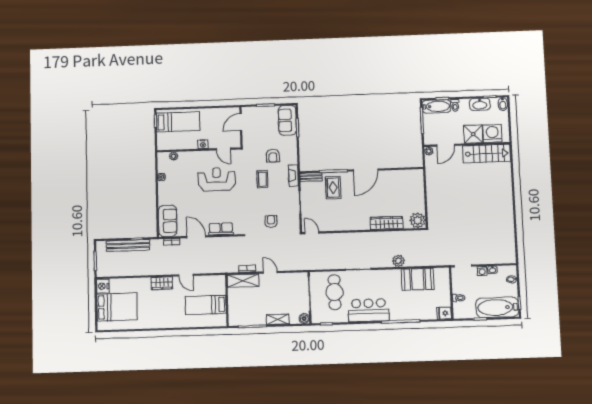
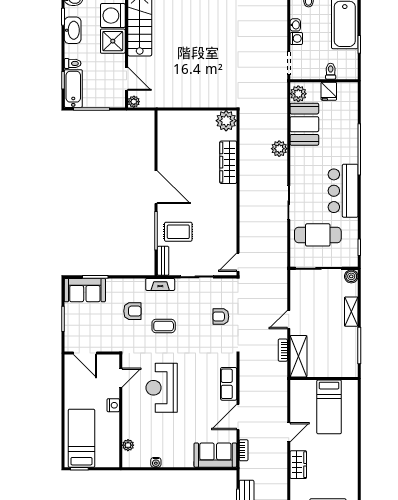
plant: (440, 274) -> (298, 94), added
fridge: (444, 313) -> (329, 91), moved

